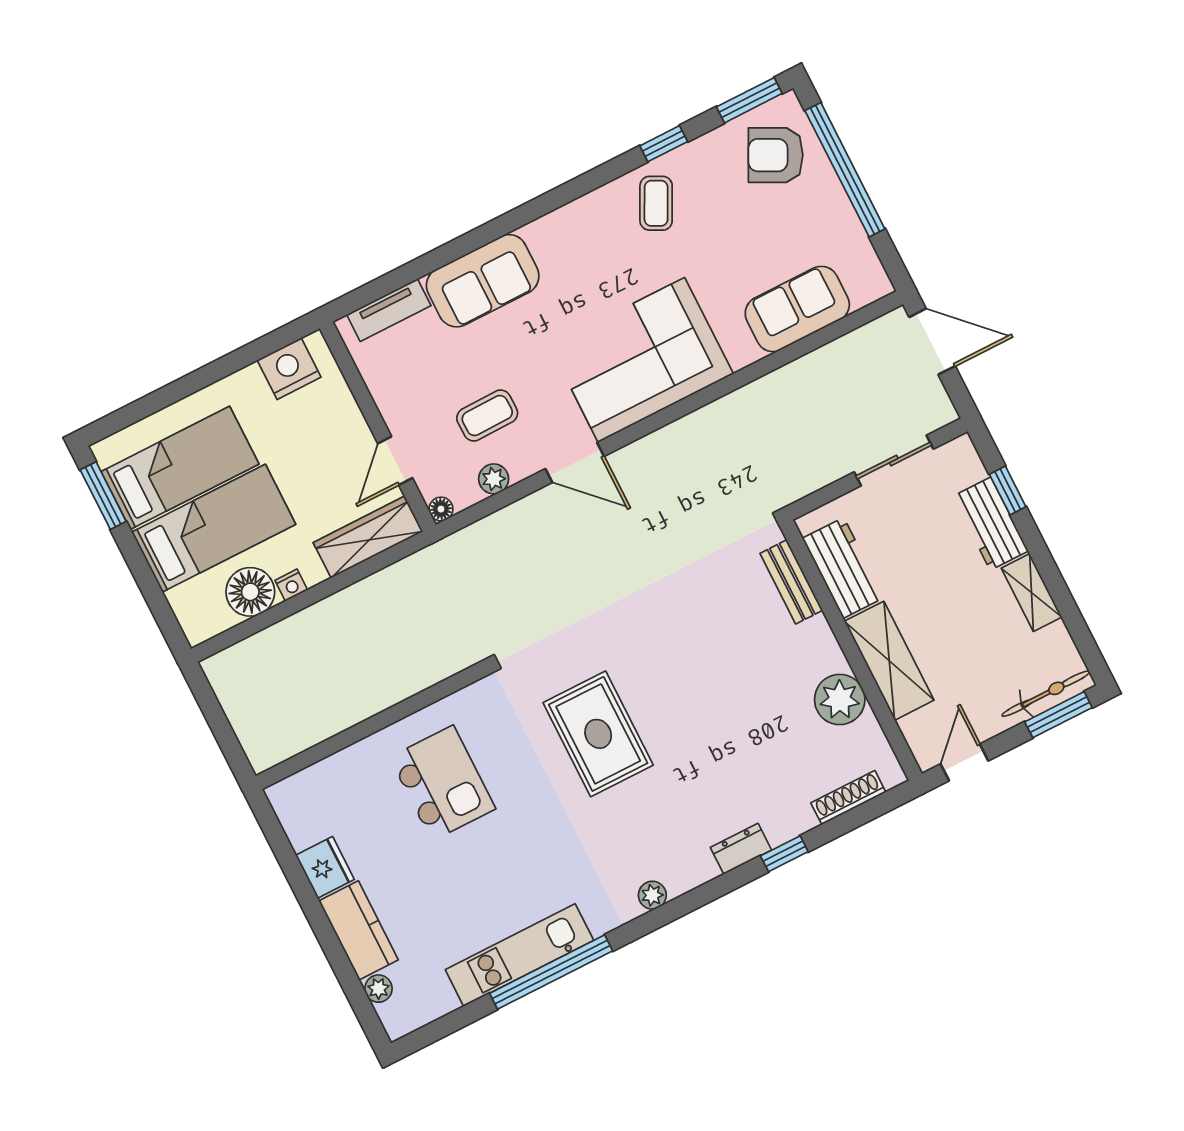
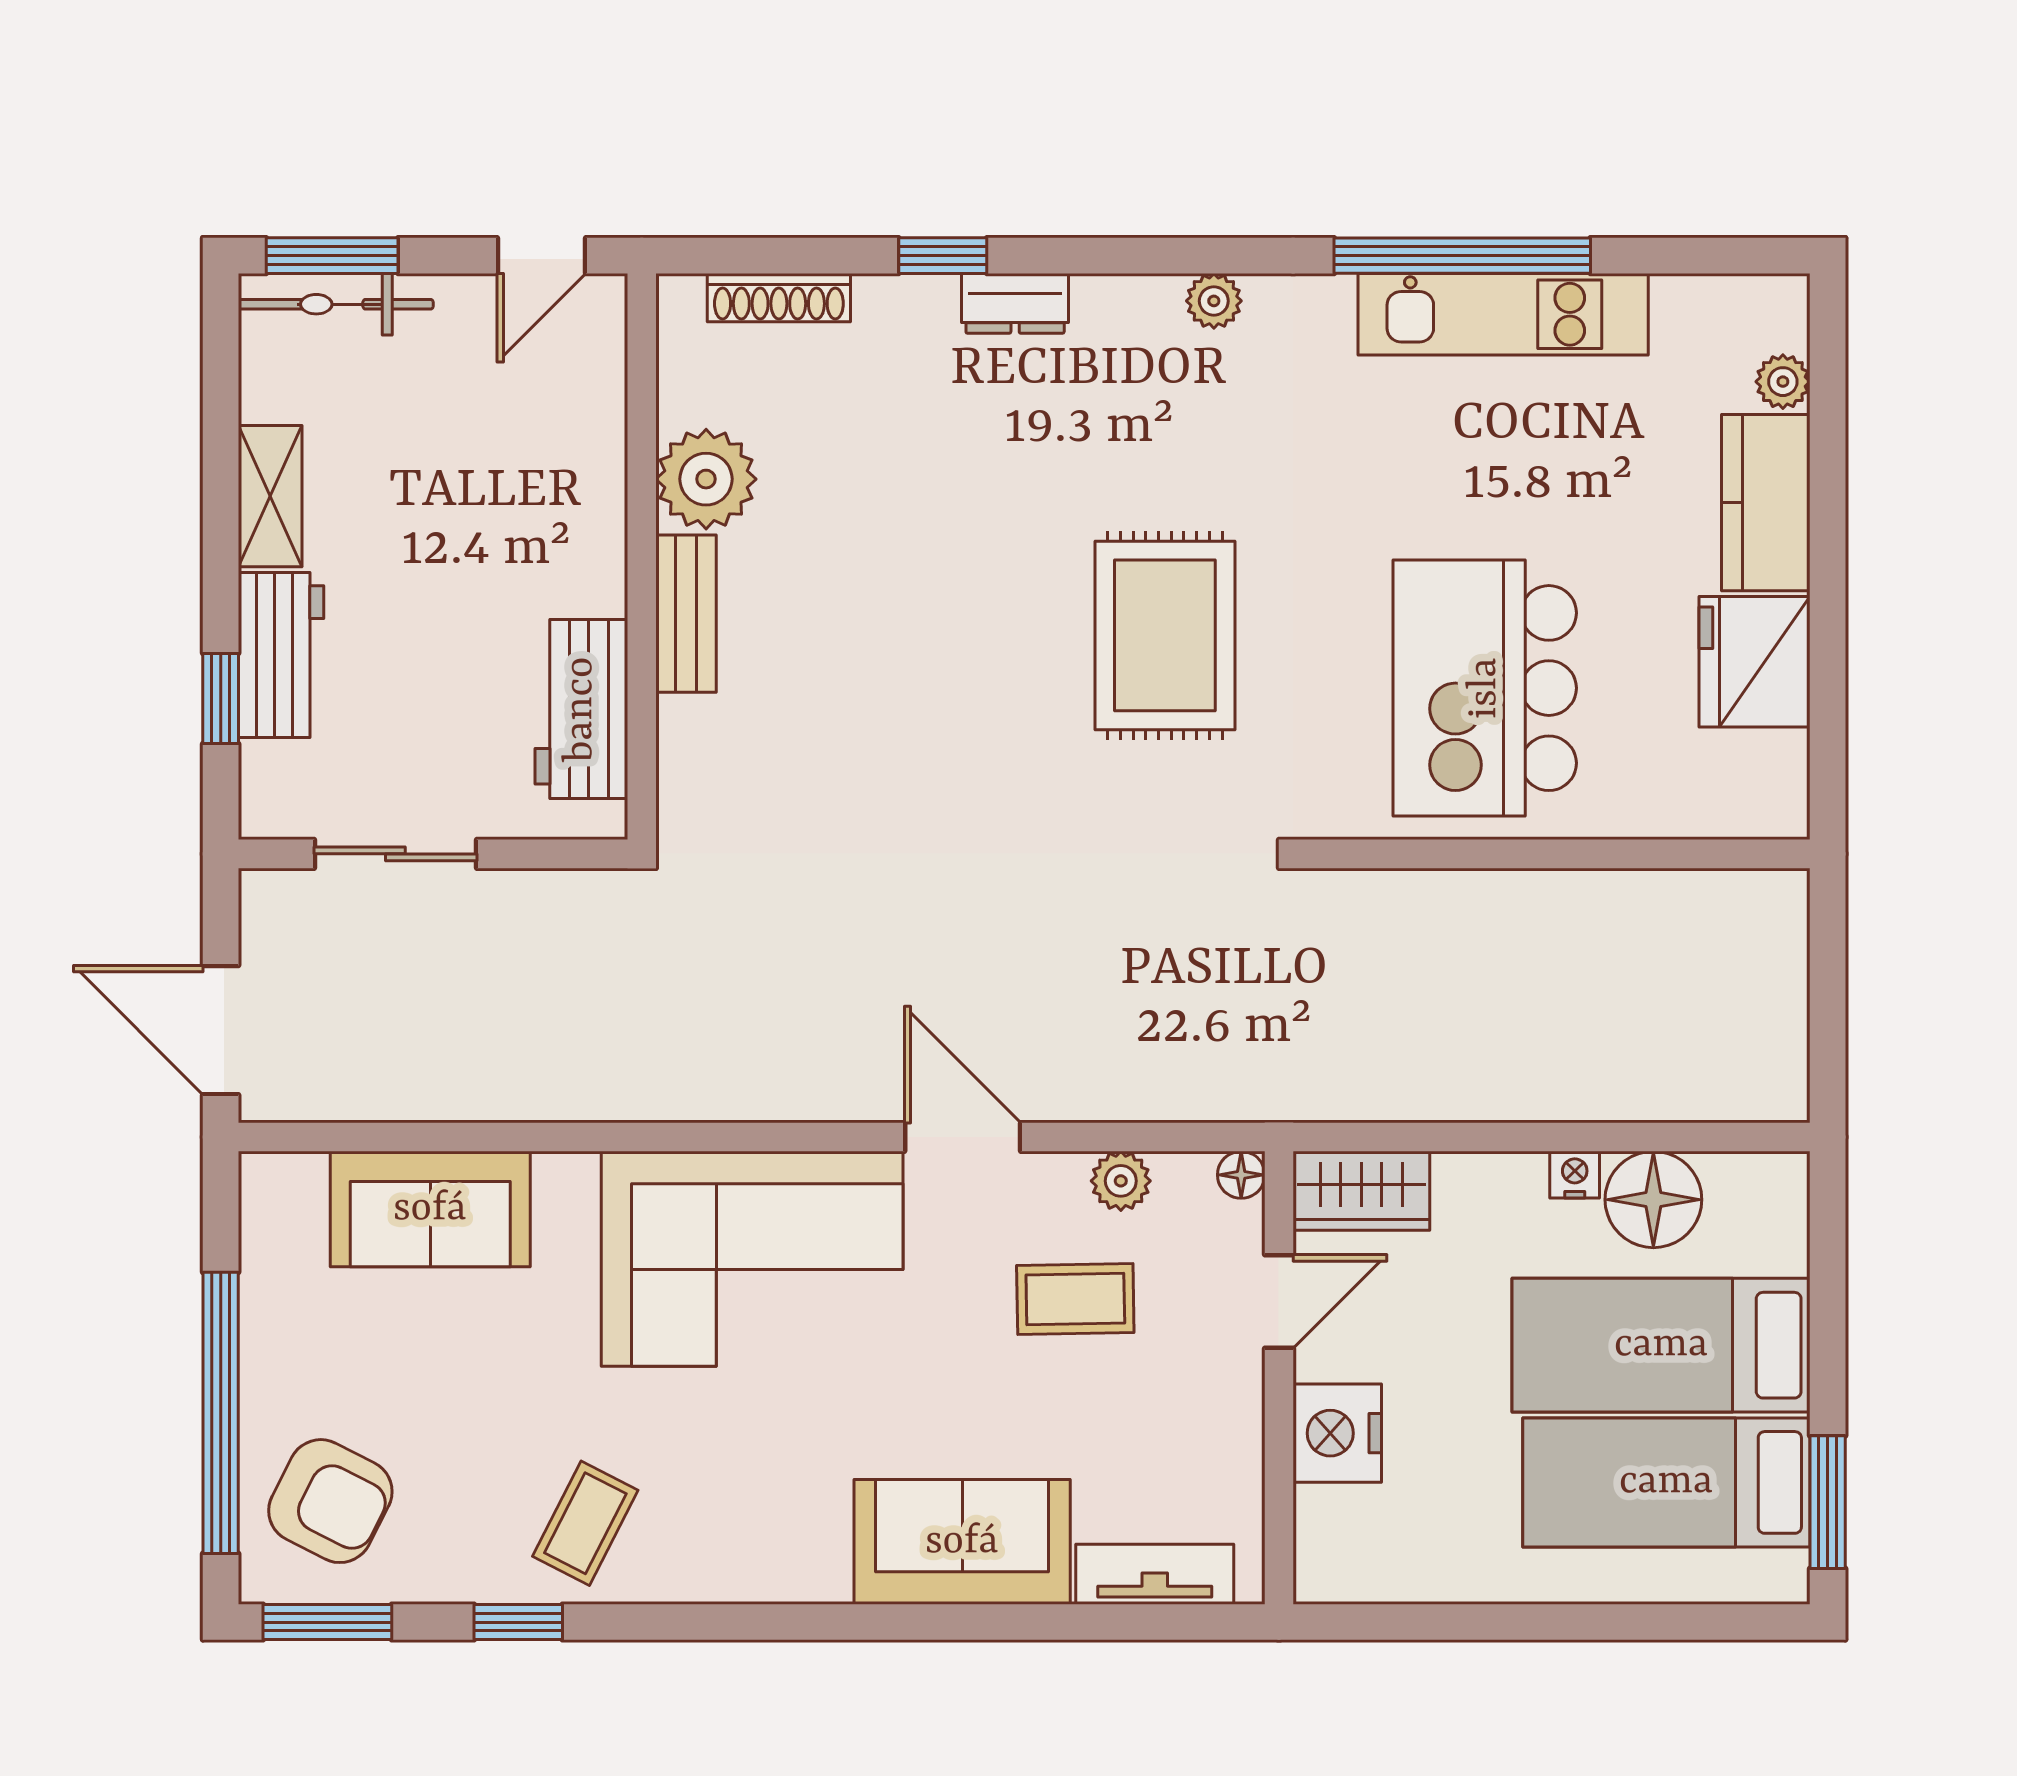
nightstand: (289, 369) -> (1337, 1433), moved, turned 90
wardrobe: (368, 537) -> (1361, 1191), width x0.67
bench: (791, 582) -> (686, 614), moved
shelving: (889, 661) -> (583, 503), removed
kitchen island: (442, 783) -> (1485, 688), width x1.37, depth x1.28
fridge: (325, 867) -> (1755, 662), width x1.36, depth x1.34

